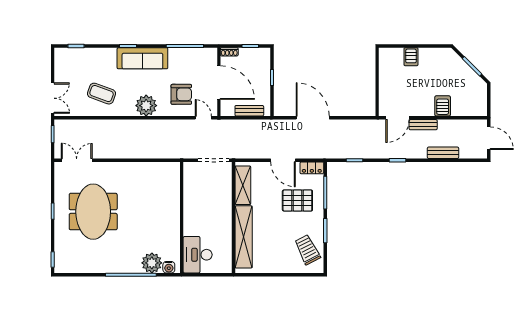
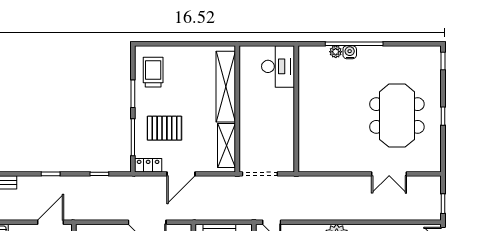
bench: (423, 125) -> (21, 214), removed
double door: (77, 160) -> (389, 174), moved
door: (283, 160) -> (181, 174), swing flipped
trolley: (307, 250) -> (153, 72), turned -153
plant: (152, 263) -> (336, 52), width x0.53, depth x0.53
water cooler: (169, 267) -> (350, 52), moved

